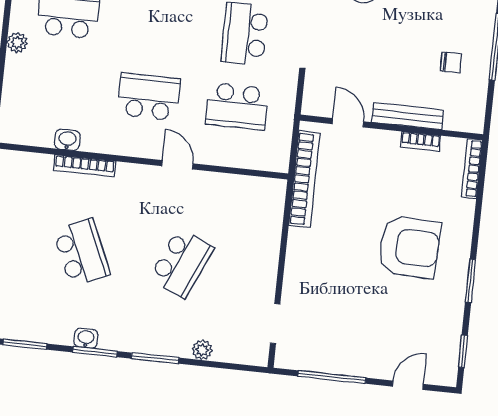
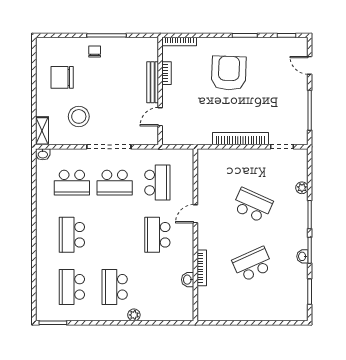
chair: (451, 62) -> (95, 52), moved
bookcase: (304, 179) -> (240, 139), moved

